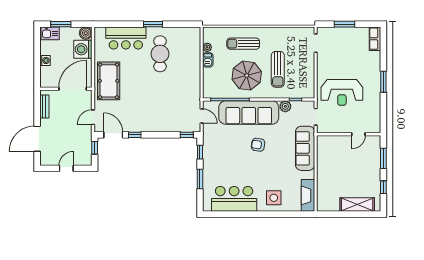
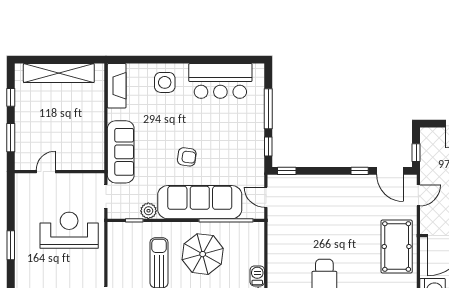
window: (200, 179) -> (268, 109), width x1.44
shelving: (357, 204) -> (59, 73), width x1.47

